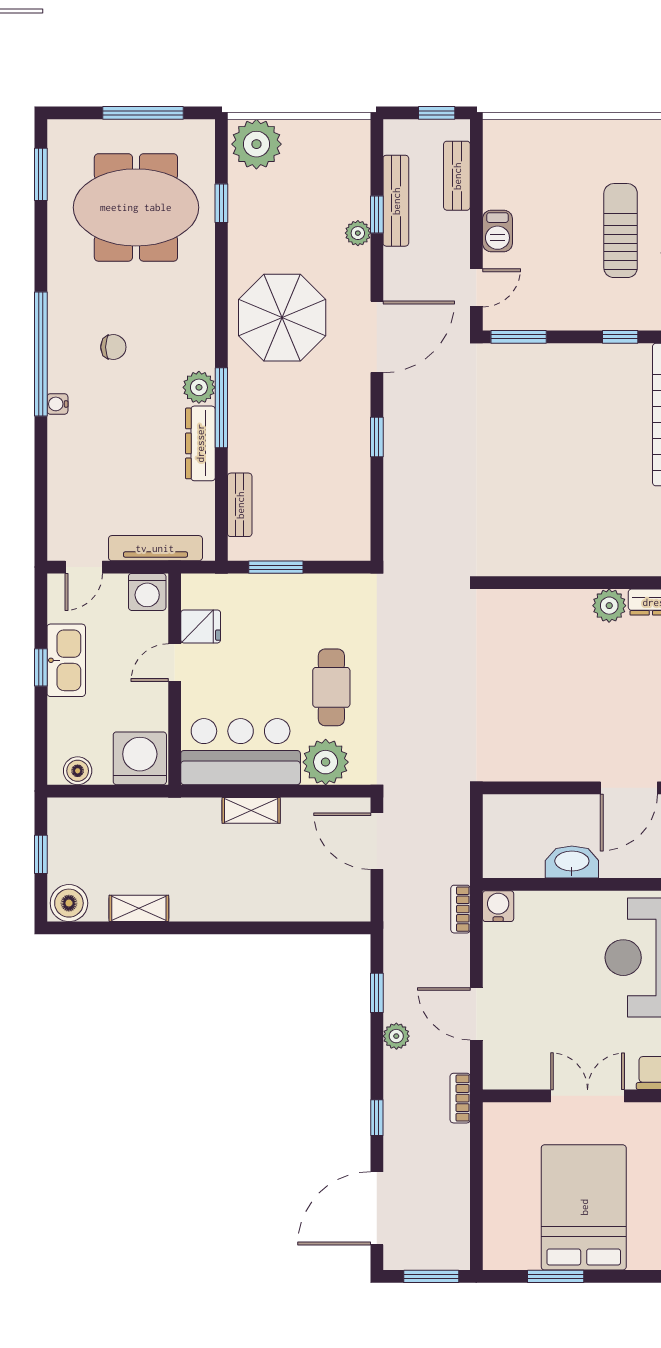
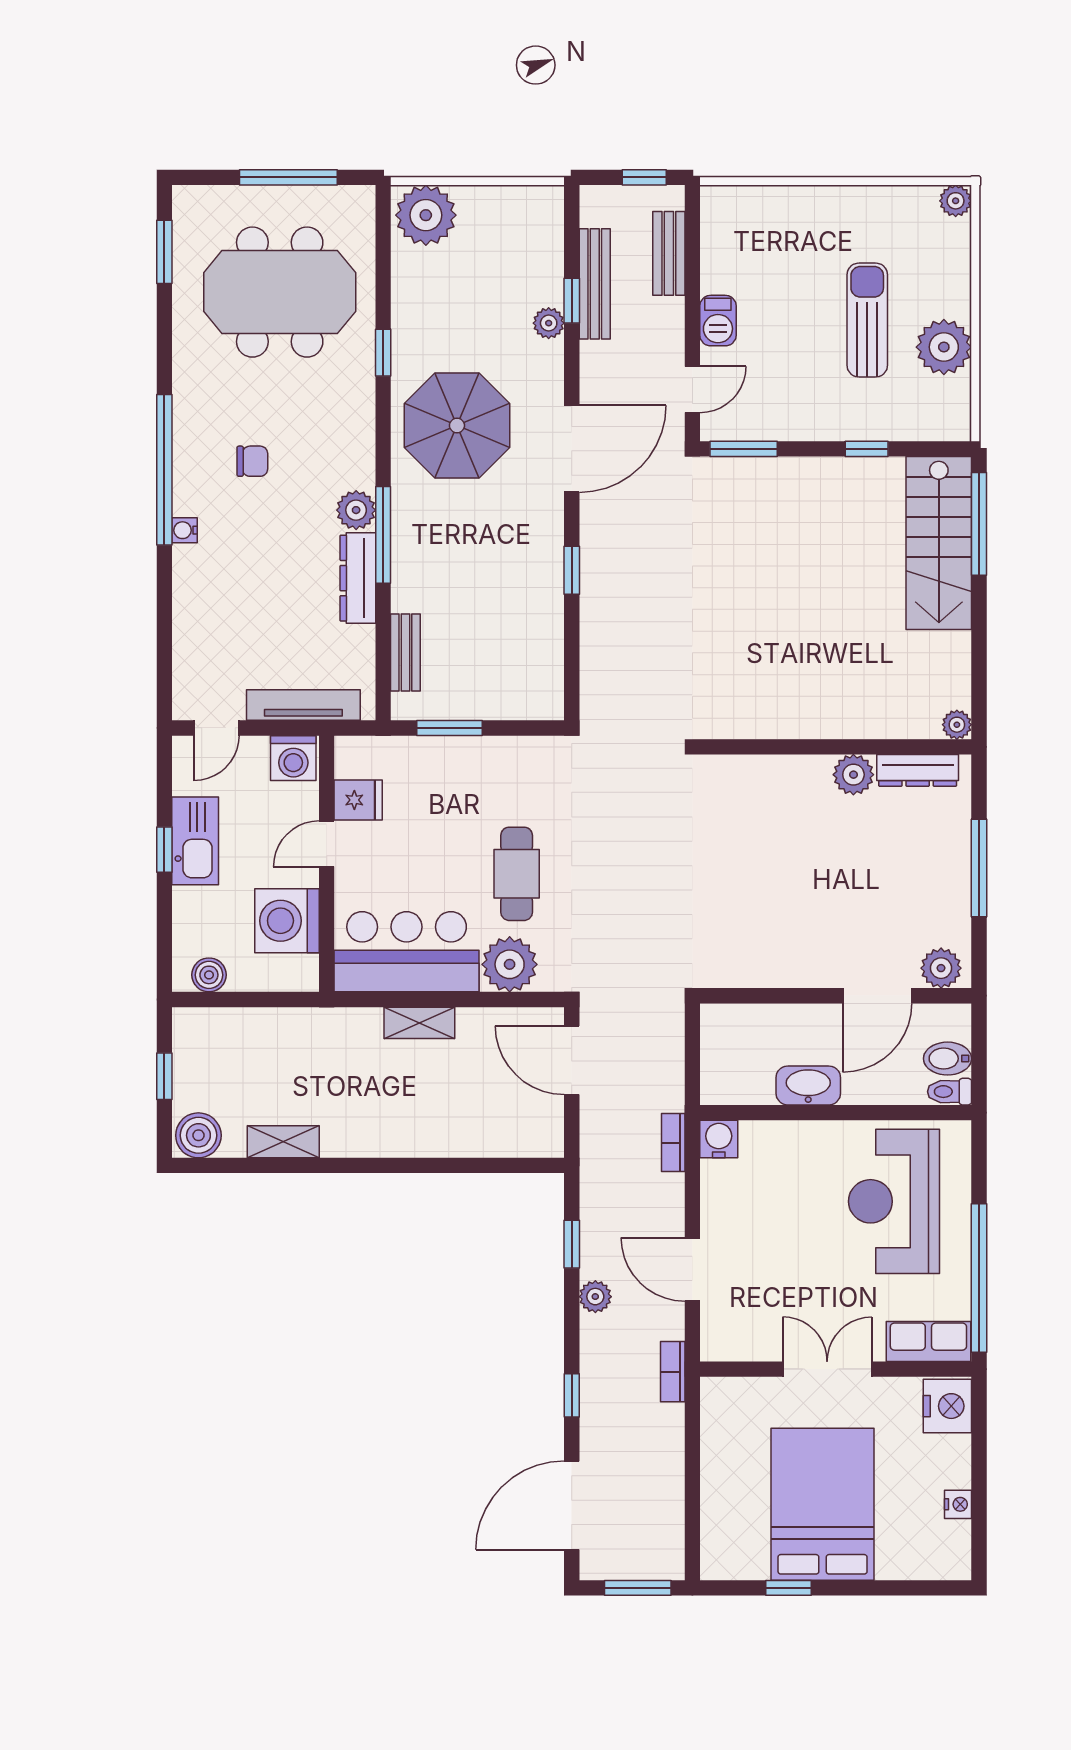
window: (221, 203) -> (383, 353), moved
washing machine: (140, 758) -> (287, 921), moved, turned -90
window: (556, 1276) -> (789, 1588), width x0.67

